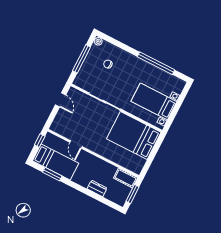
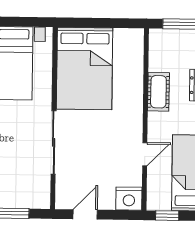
nightstand: (58, 126) -> (129, 199), added
cot: (126, 178) -> (158, 92), moved

